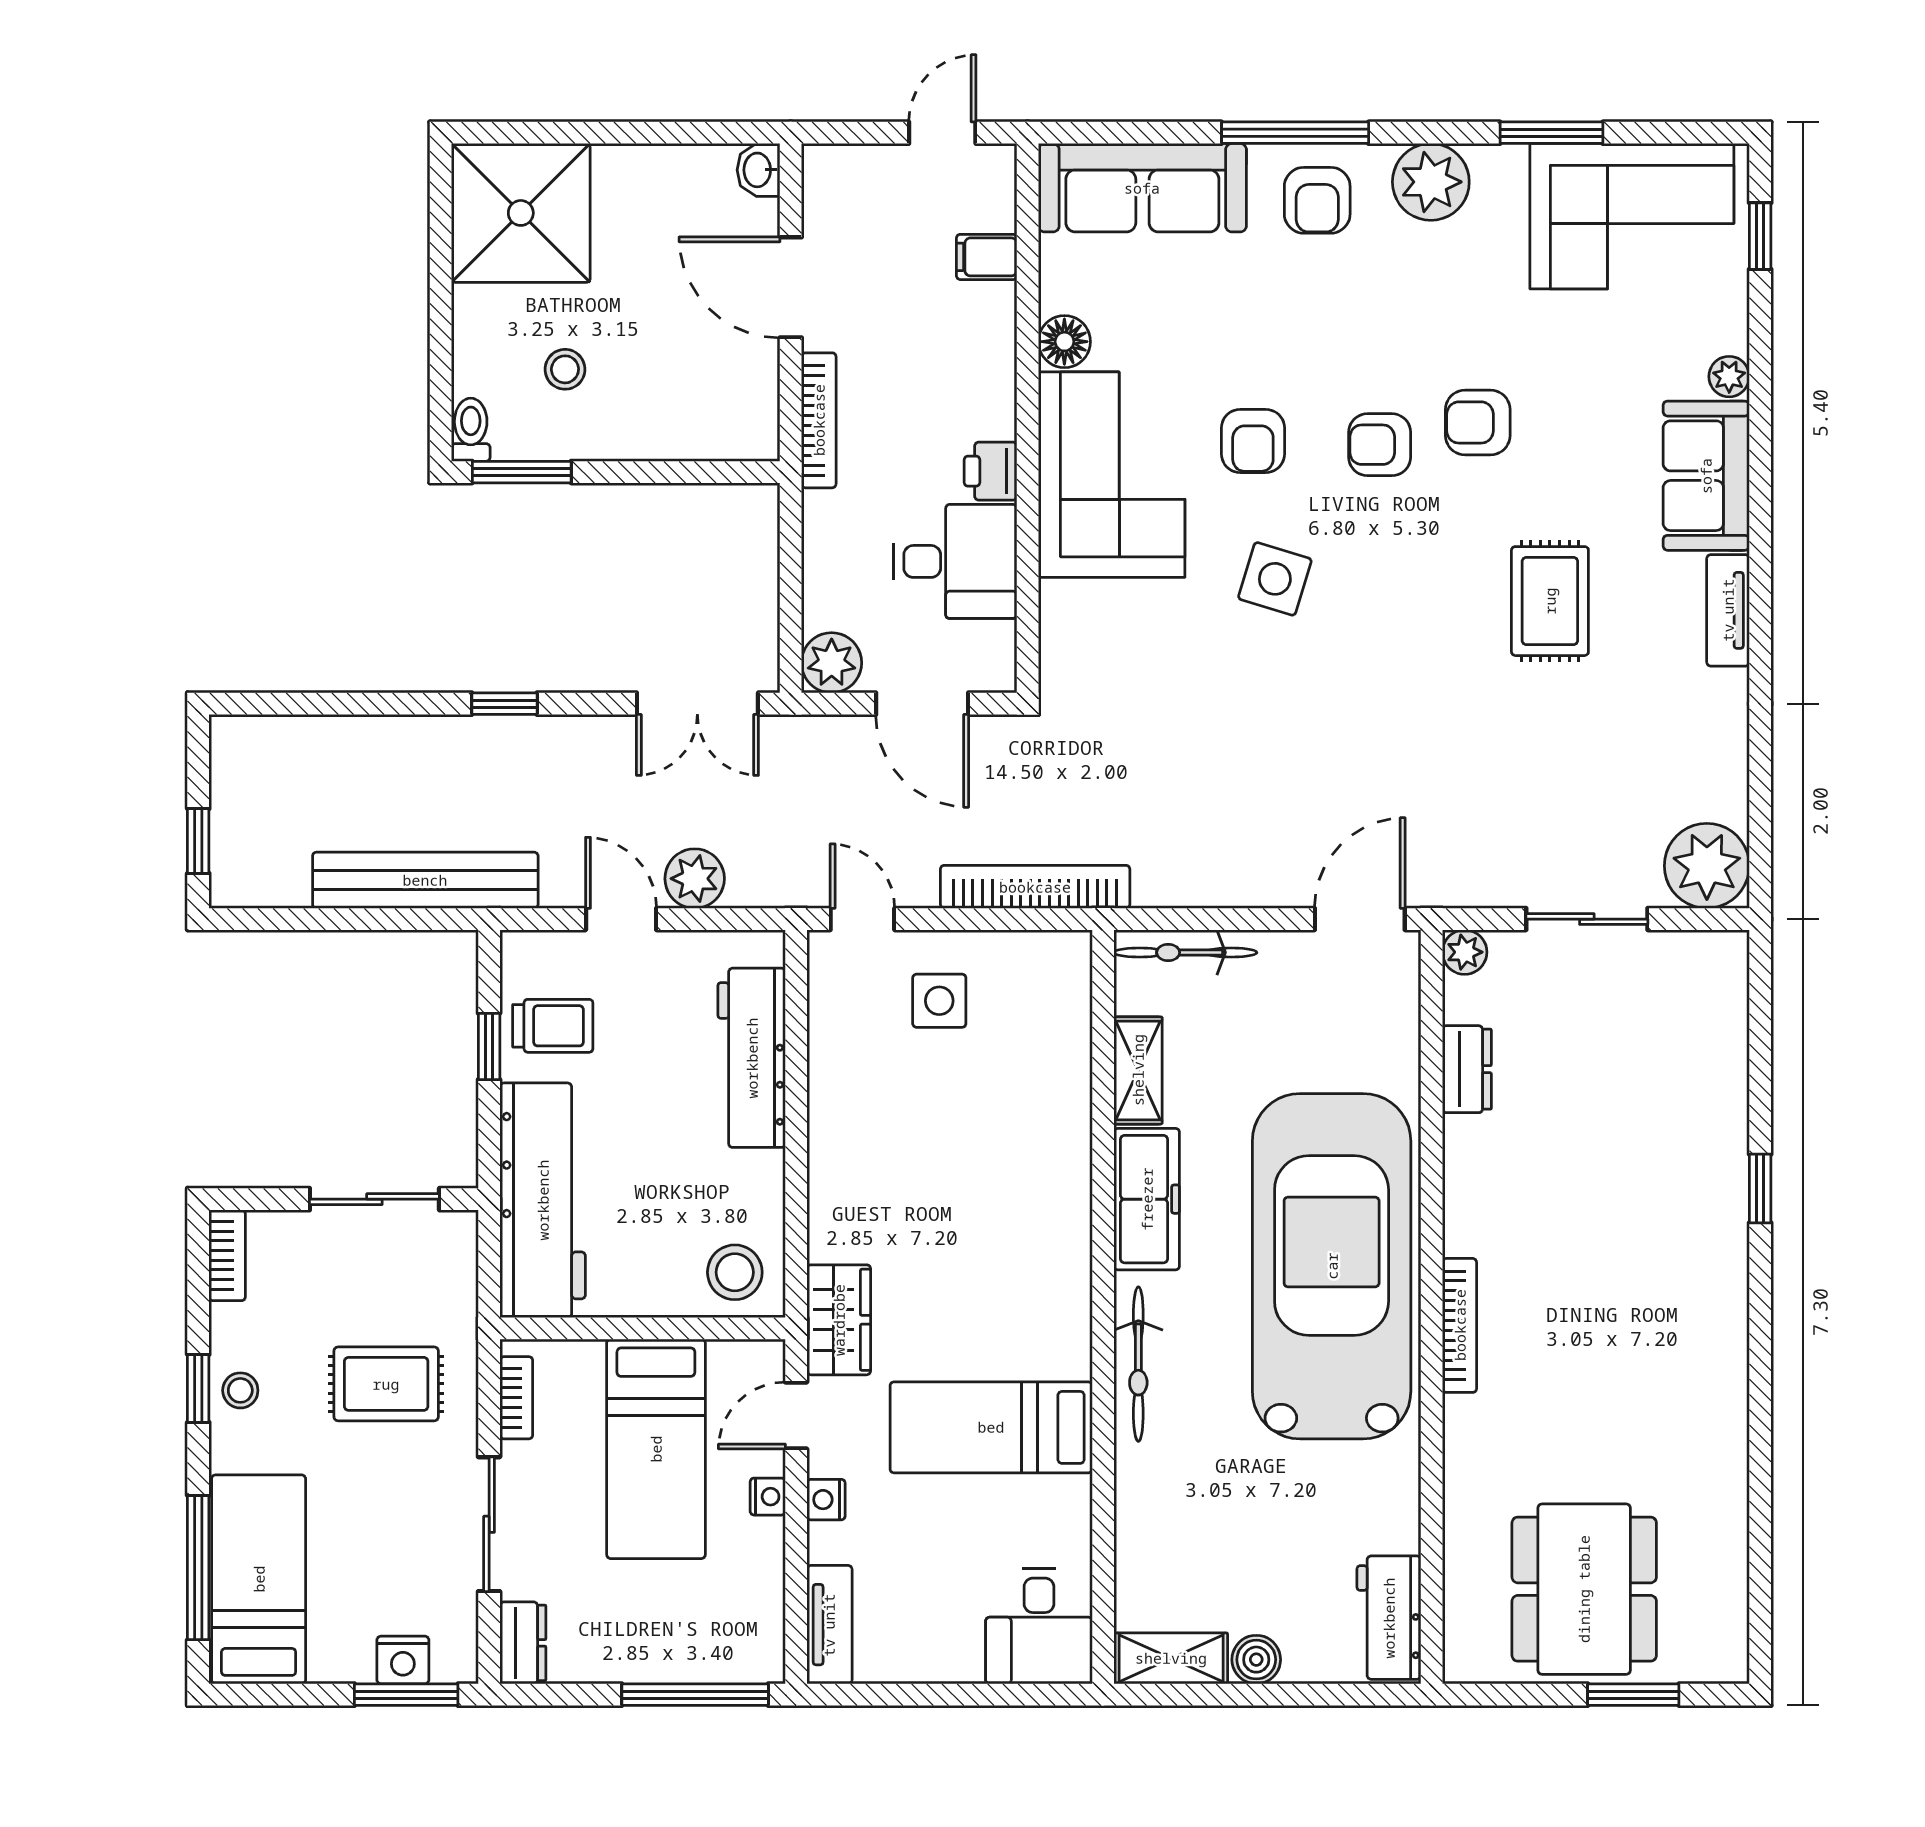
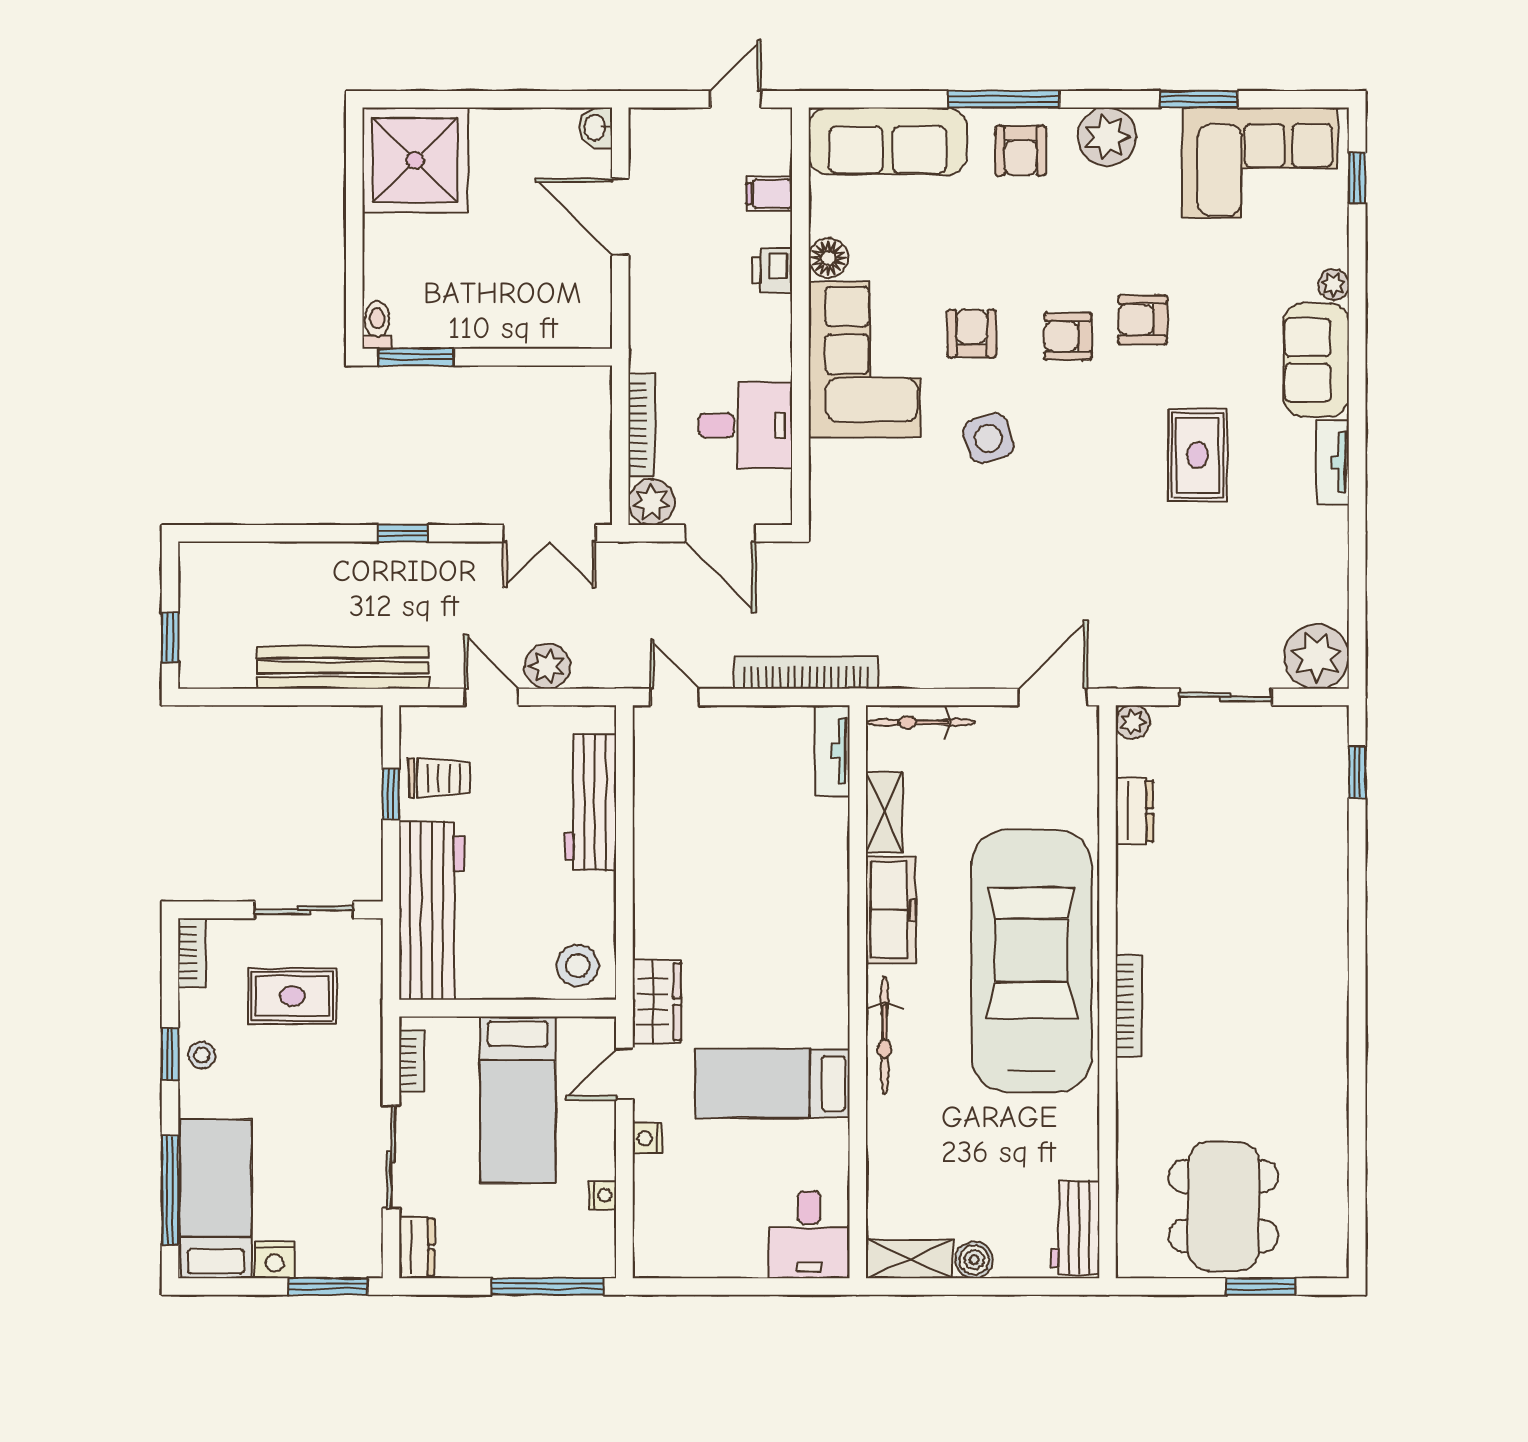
stool: (565, 369) -> (449, 279), removed
bookcase: (819, 420) -> (642, 425), moved
armchair: (1253, 441) -> (972, 334), turned 180
printer: (990, 471) -> (772, 270), moved
side table: (1275, 579) -> (988, 438), turned -34
side table: (939, 1001) -> (733, 759), removed
window: (1760, 1188) -> (1357, 772), moved
rug: (386, 1384) -> (292, 996), moved
nightstand: (768, 1497) -> (603, 1195), moved
tv unit: (829, 1625) -> (832, 751), moved, turned 180
nightstand: (403, 1660) -> (275, 1260), moved

